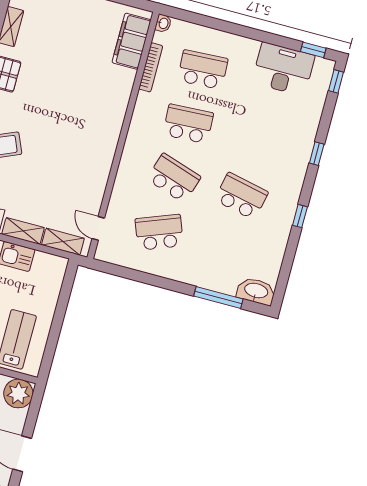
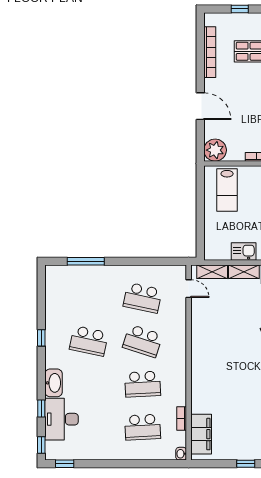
bookcase: (151, 67) -> (182, 419), width x0.64
desk: (283, 69) -> (62, 419), moved, turned 90
window: (317, 154) -> (41, 409), moved
school desk: (159, 232) -> (143, 298), turned 33
washbasin: (256, 291) -> (54, 383), moved, turned -90

